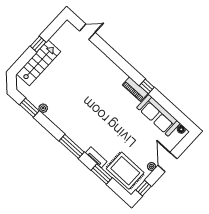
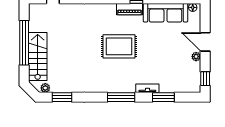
window: (38, 44) -> (24, 43), width x3.17
plant: (43, 108) -> (45, 88), moved
rug: (125, 171) -> (119, 46), moved

